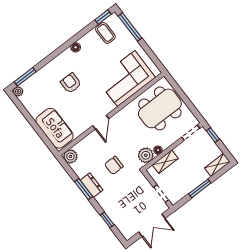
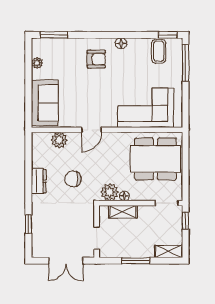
armchair: (71, 83) -> (96, 59), moved, turned 90
plant: (18, 92) -> (37, 63), moved
plant: (70, 156) -> (59, 140), moved
window: (84, 189) -> (28, 179), removed

